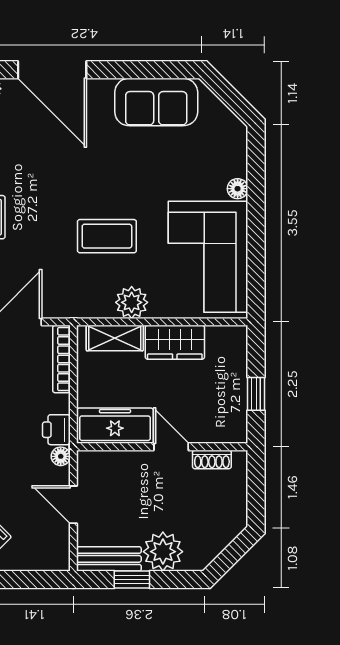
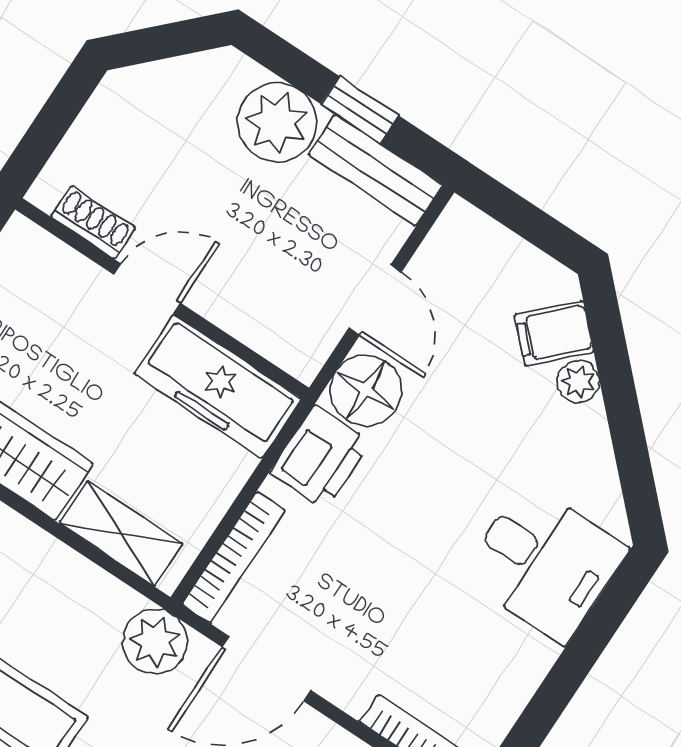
plant: (132, 302) -> (155, 642), moved
printer: (56, 430) -> (320, 458), width x1.36, depth x1.24
door: (171, 447) -> (147, 289), swing flipped
floor lamp: (61, 456) -> (366, 391), width x1.89, depth x1.89

